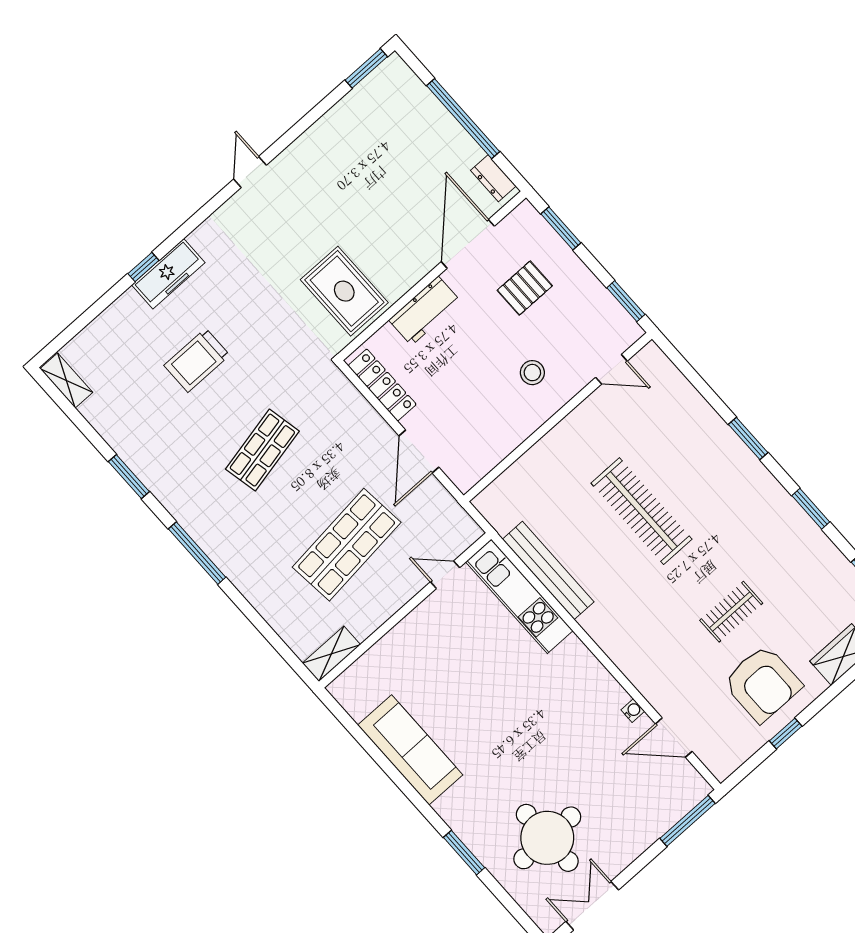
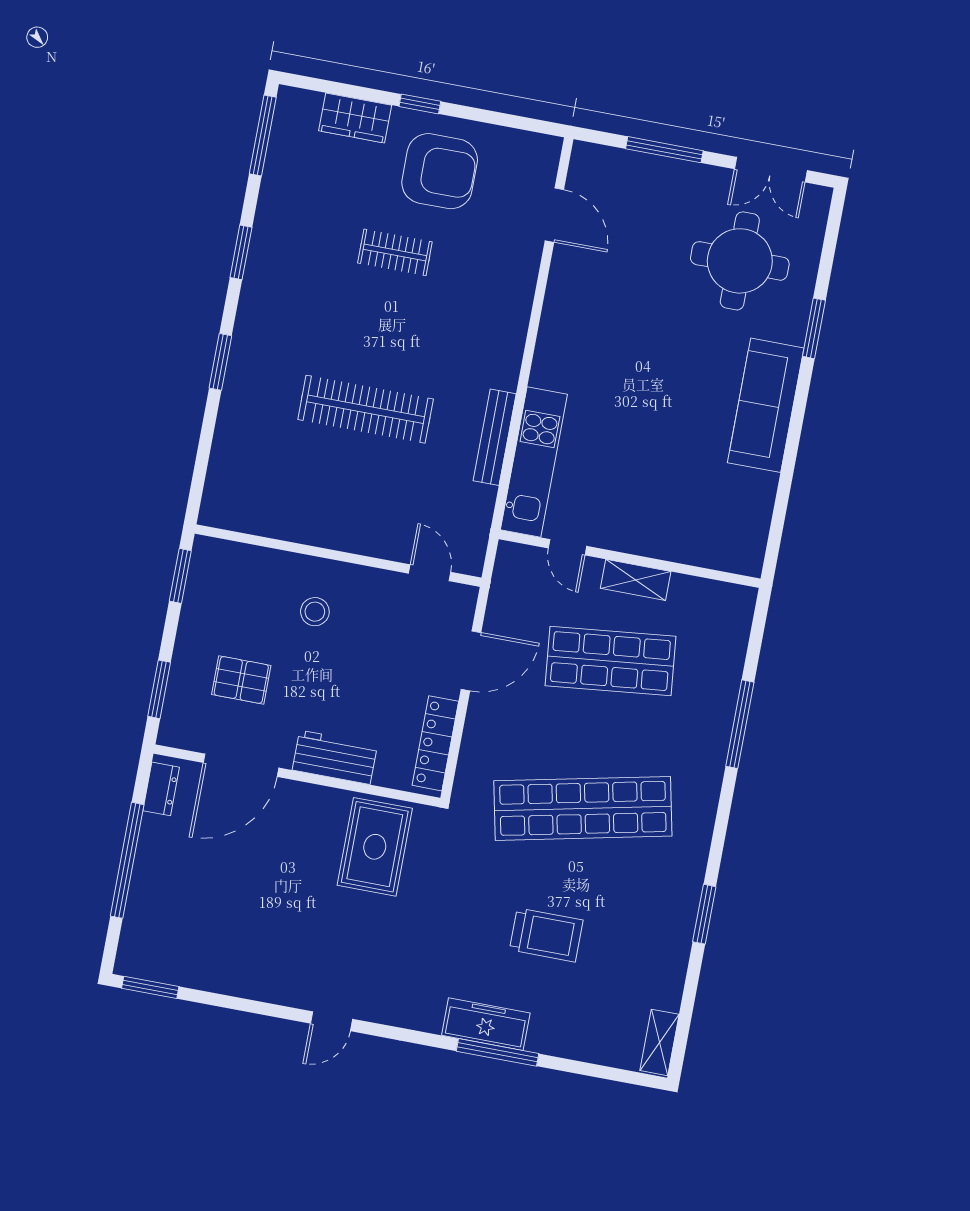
window: (143, 267) -> (498, 1052), width x2.17
door: (611, 369) -> (430, 573), moved
shop shelf: (262, 450) -> (583, 808), width x2.00, depth x1.36
clothes rail: (641, 511) -> (366, 409), turned 90
window: (197, 553) -> (740, 724), moved
bench: (548, 570) -> (495, 437), width x0.73, depth x0.82
shelving: (331, 654) -> (636, 580), moved
armchair: (762, 684) -> (440, 171), turned 90
water cooler: (633, 711) -> (559, 273), removed
window: (786, 733) -> (420, 104), moved
sofa: (410, 750) -> (766, 405), moved
window: (688, 821) -> (664, 150), moved

